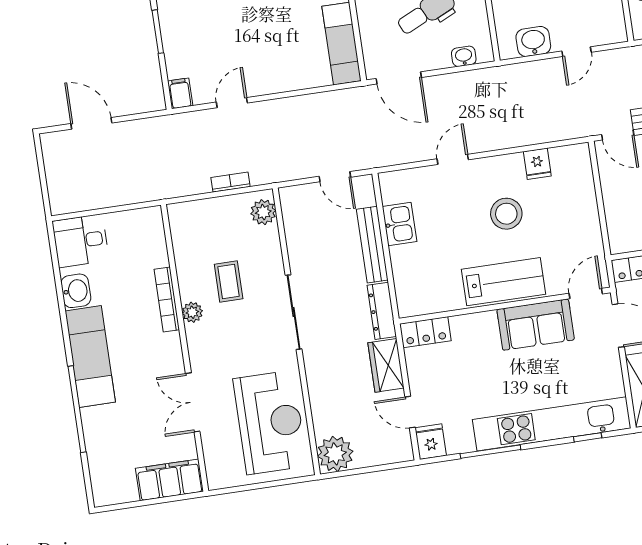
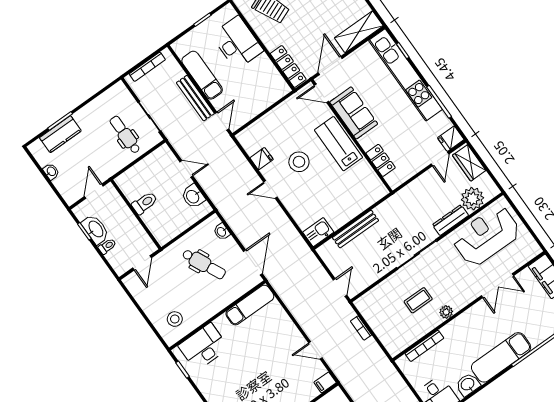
door: (453, 159) -> (270, 190), moved
door: (335, 177) -> (340, 288), moved
plant: (263, 212) -> (369, 301), removed
kitchen sink: (399, 224) -> (318, 232), moved
bookcase: (167, 300) -> (424, 346), moved
dresser: (382, 311) -> (450, 220), moved, turned 180
locker: (425, 332) -> (381, 160), moved
wardrobe: (386, 365) -> (469, 163), moved, turned 90
plant: (335, 454) -> (472, 199), moved

